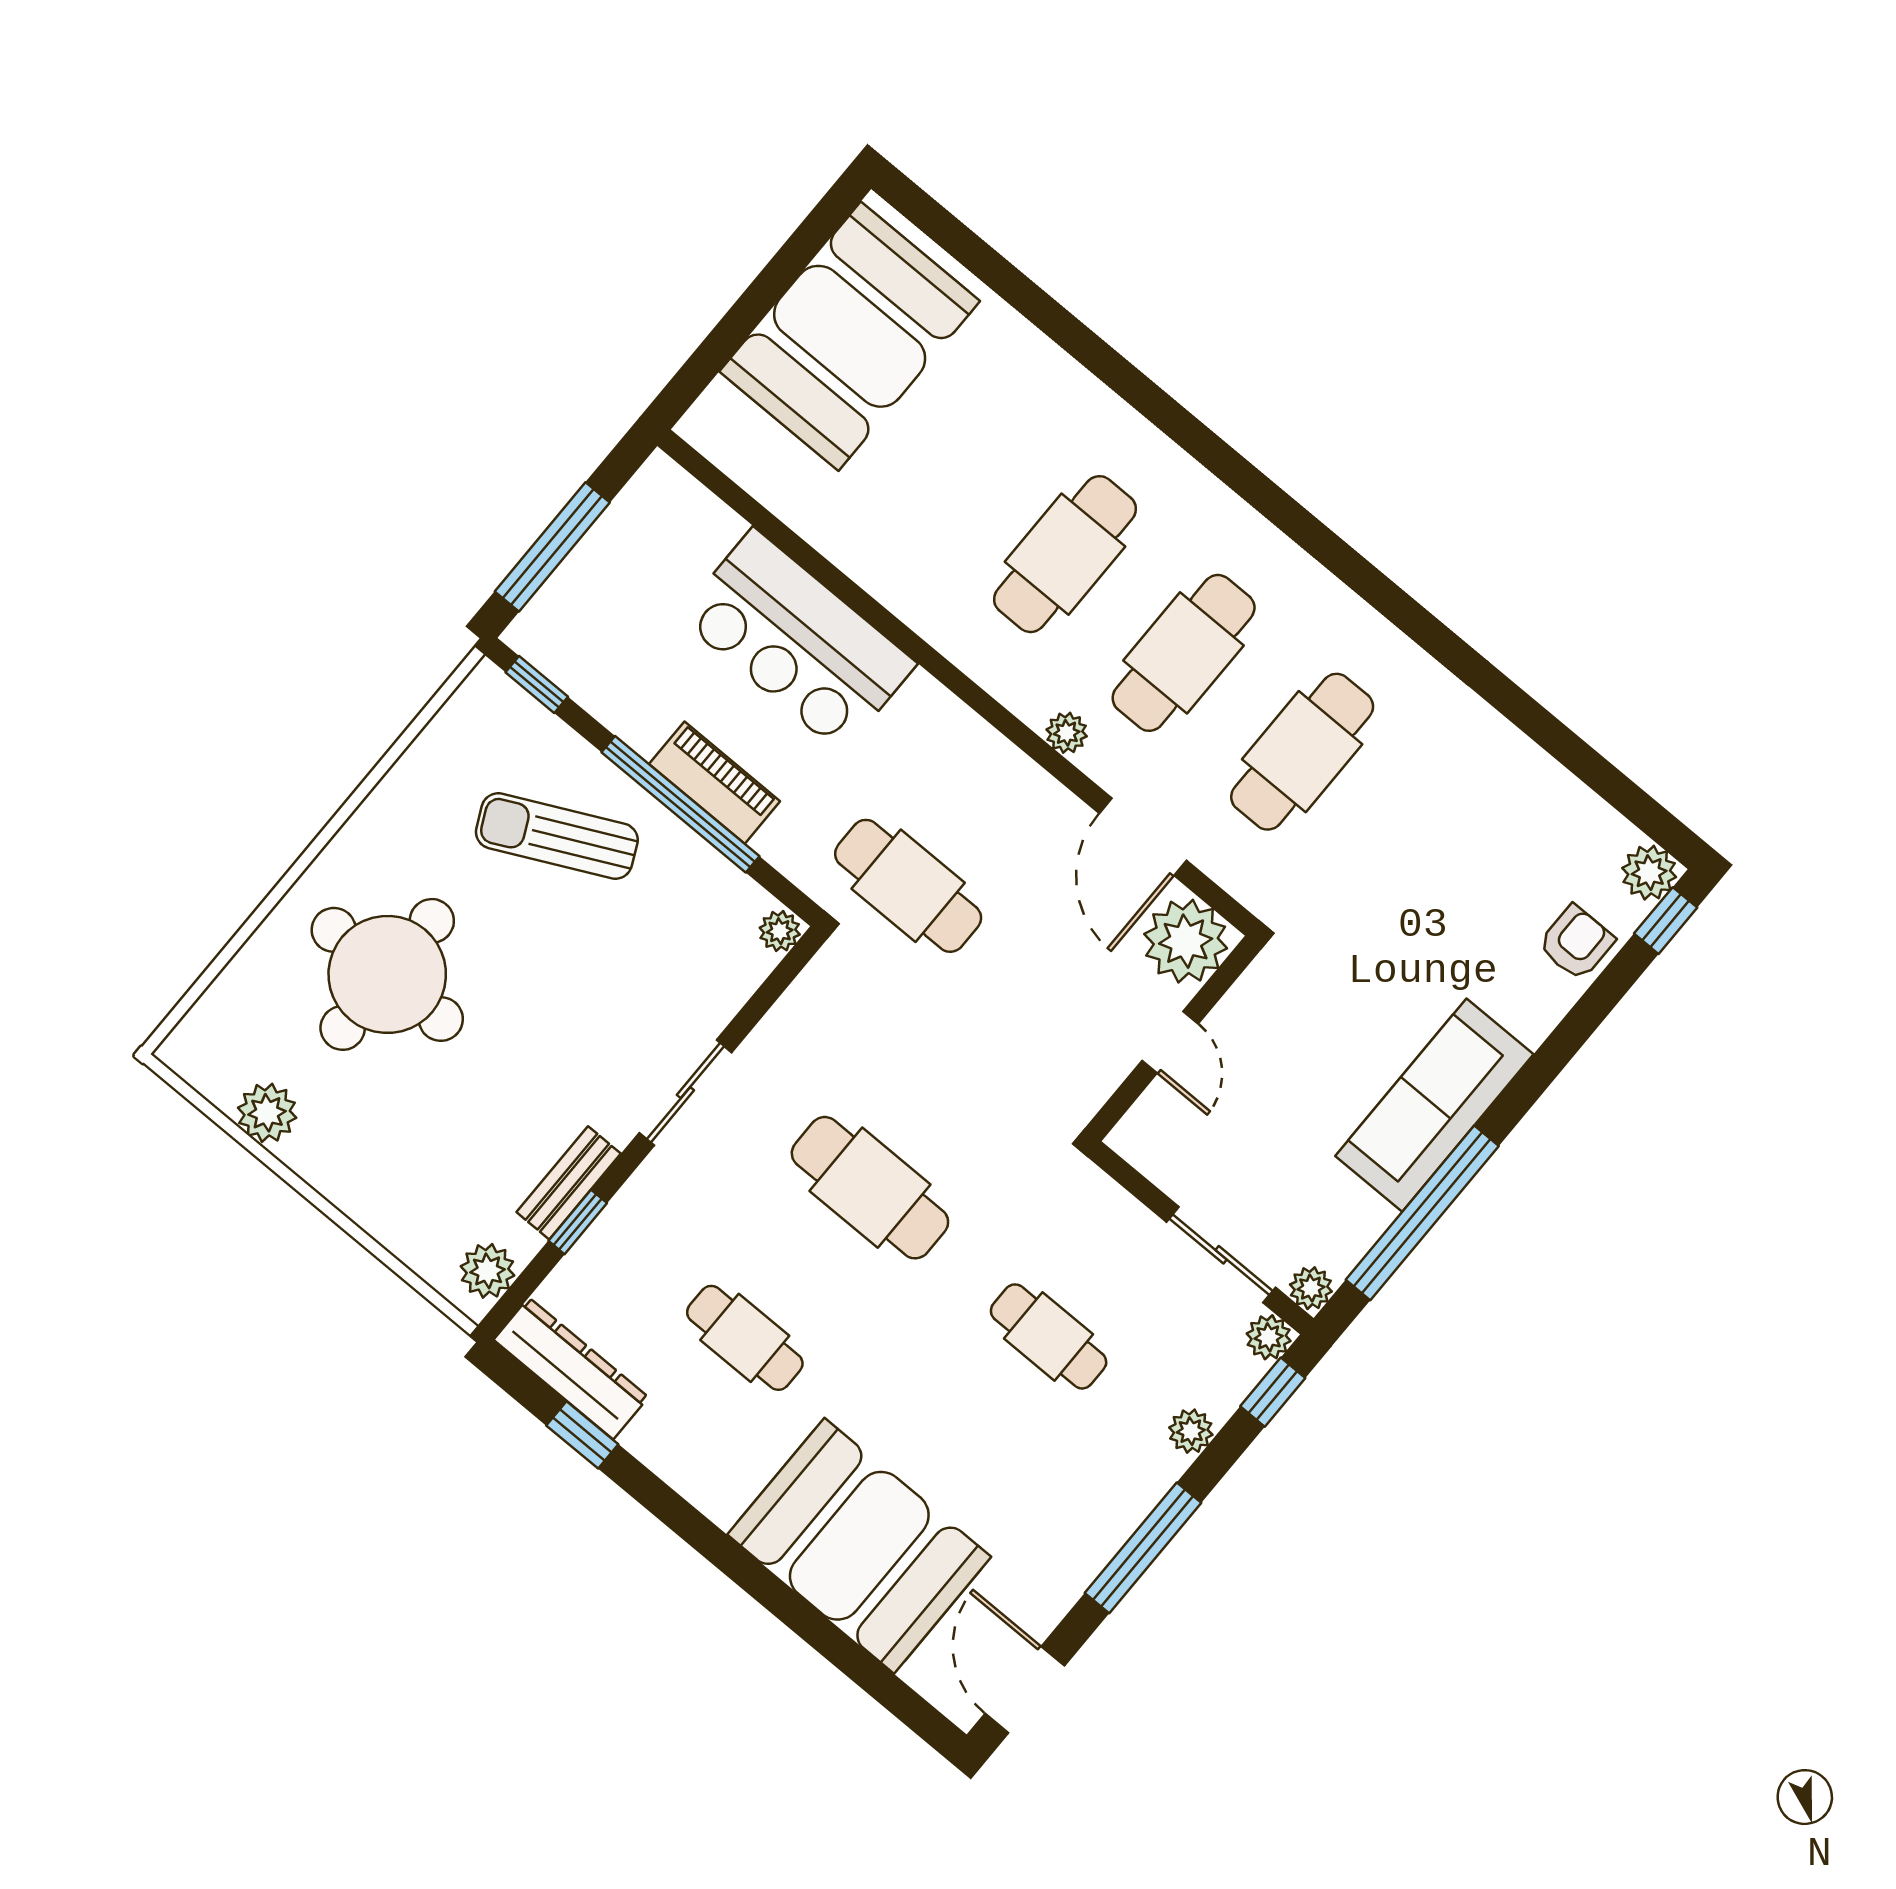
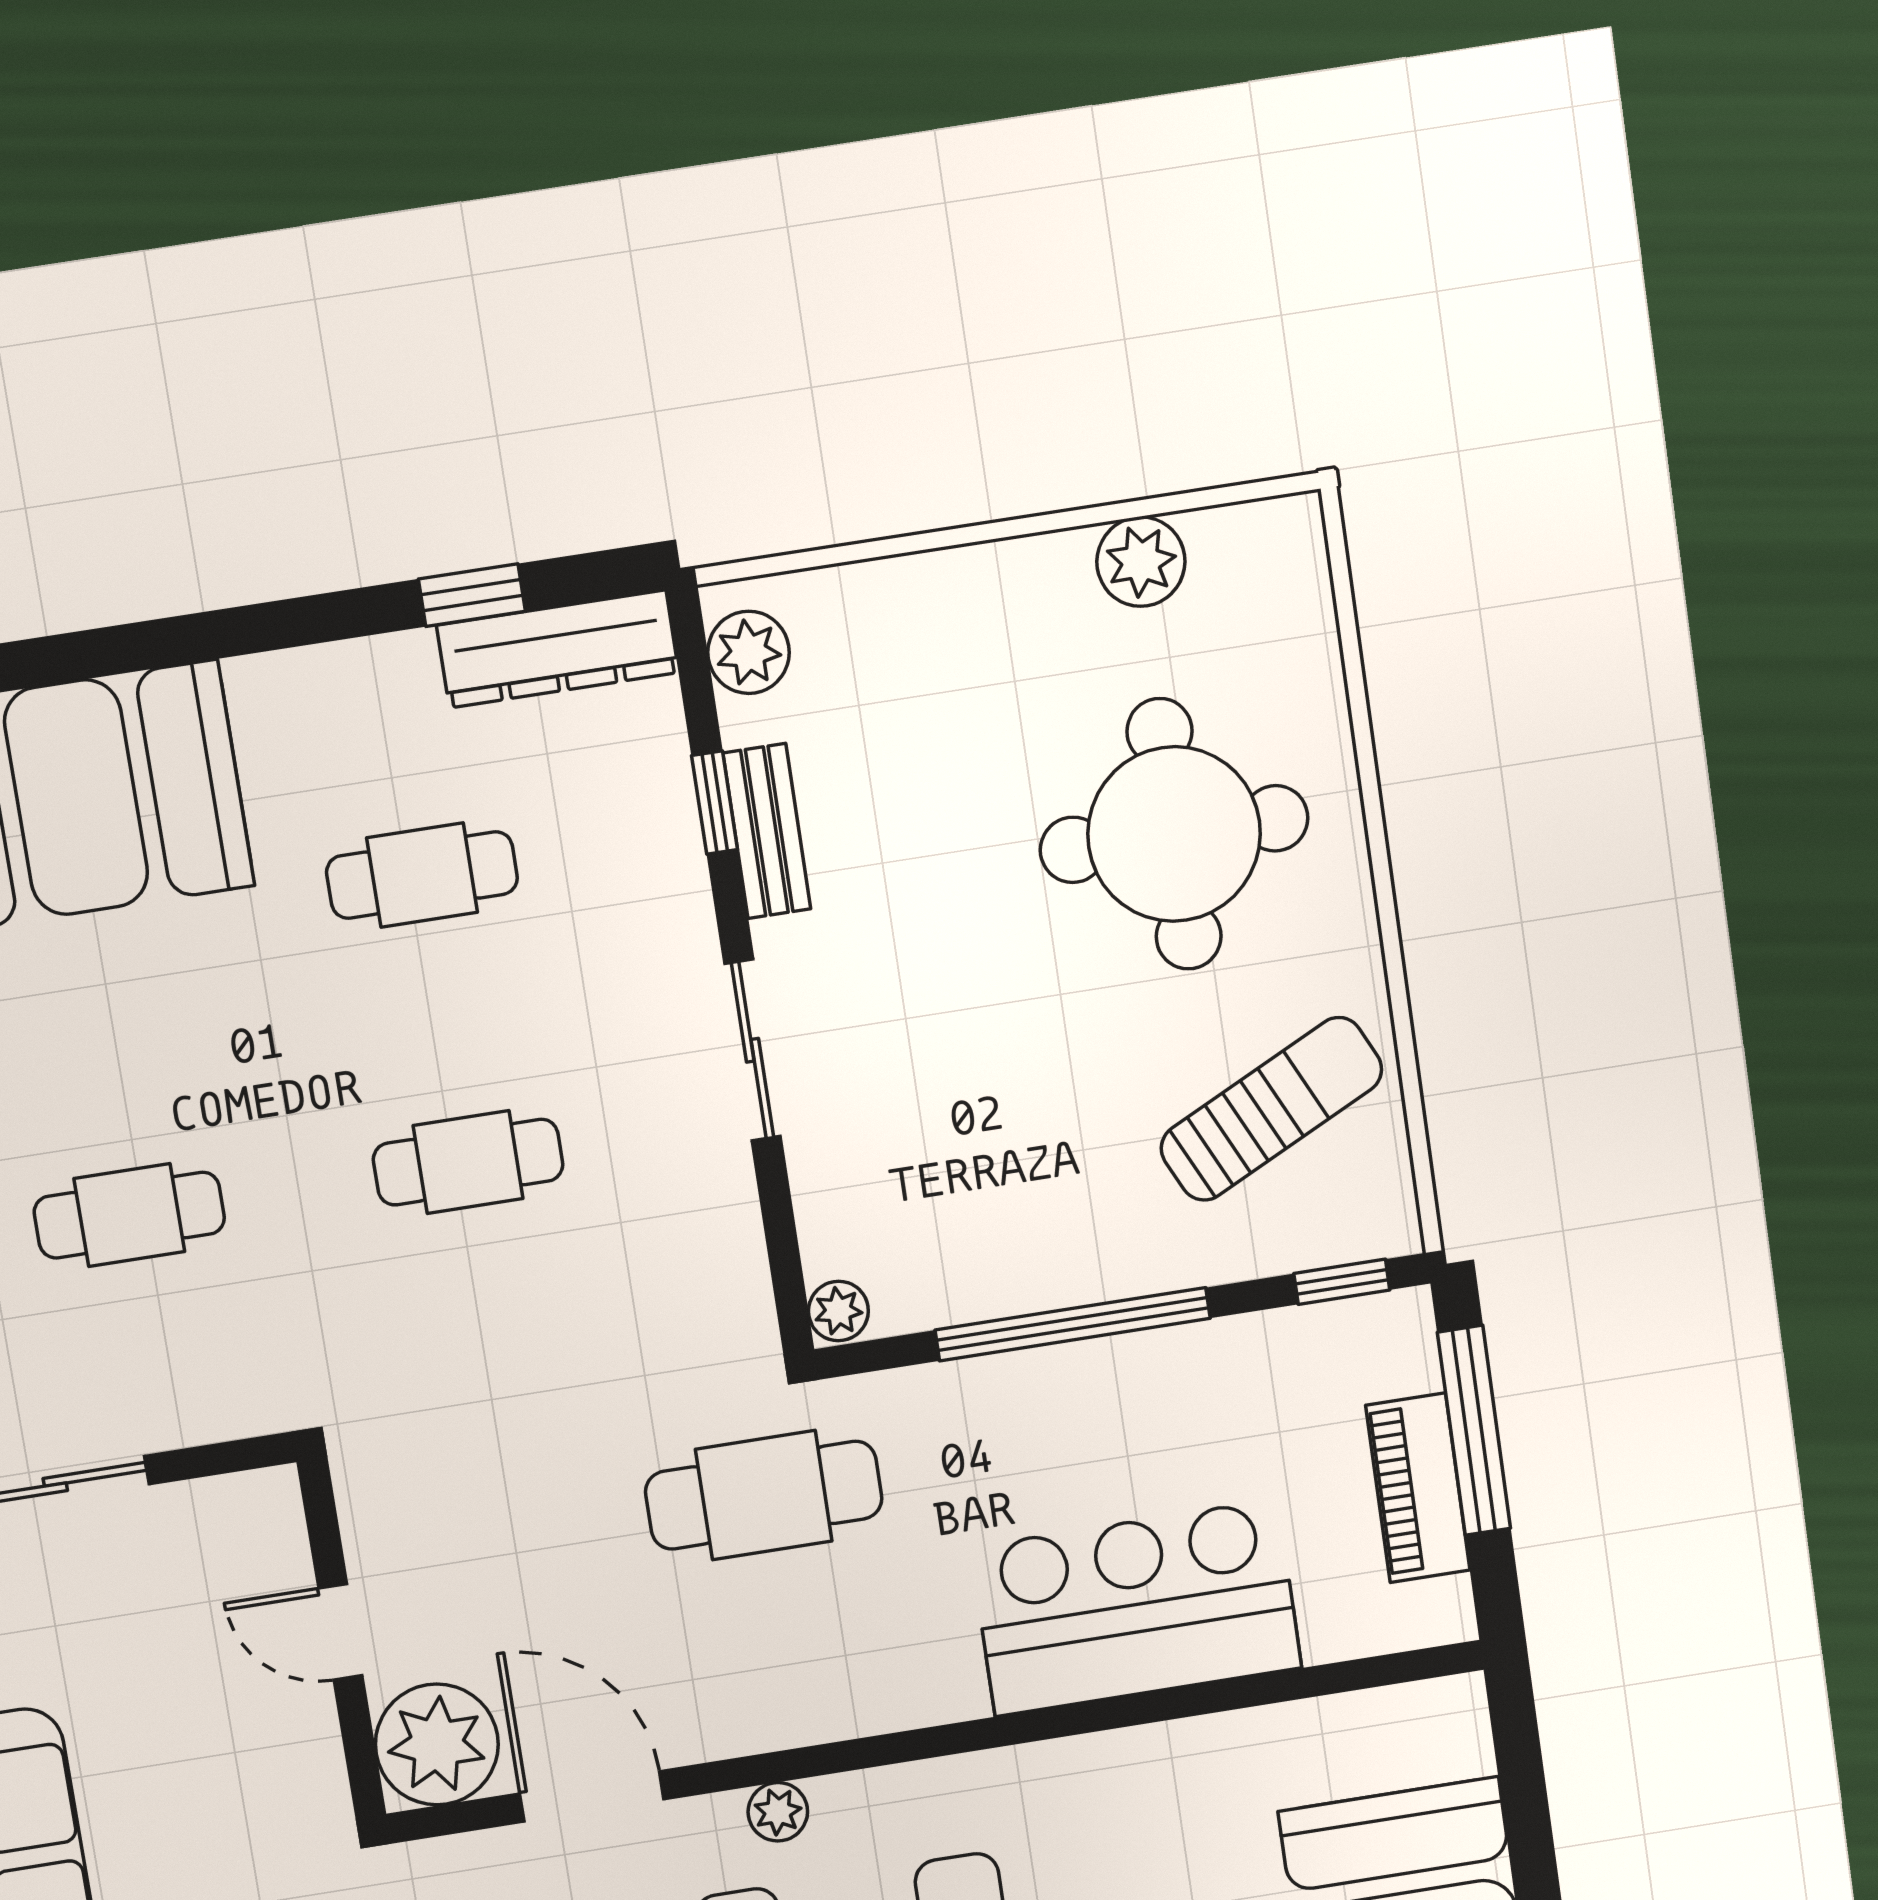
piano: (715, 783) -> (1418, 1488), moved, turned 90
sun lounger: (557, 836) -> (1271, 1109), moved
cafe table: (870, 1188) -> (468, 1162), width x0.73, depth x0.74

